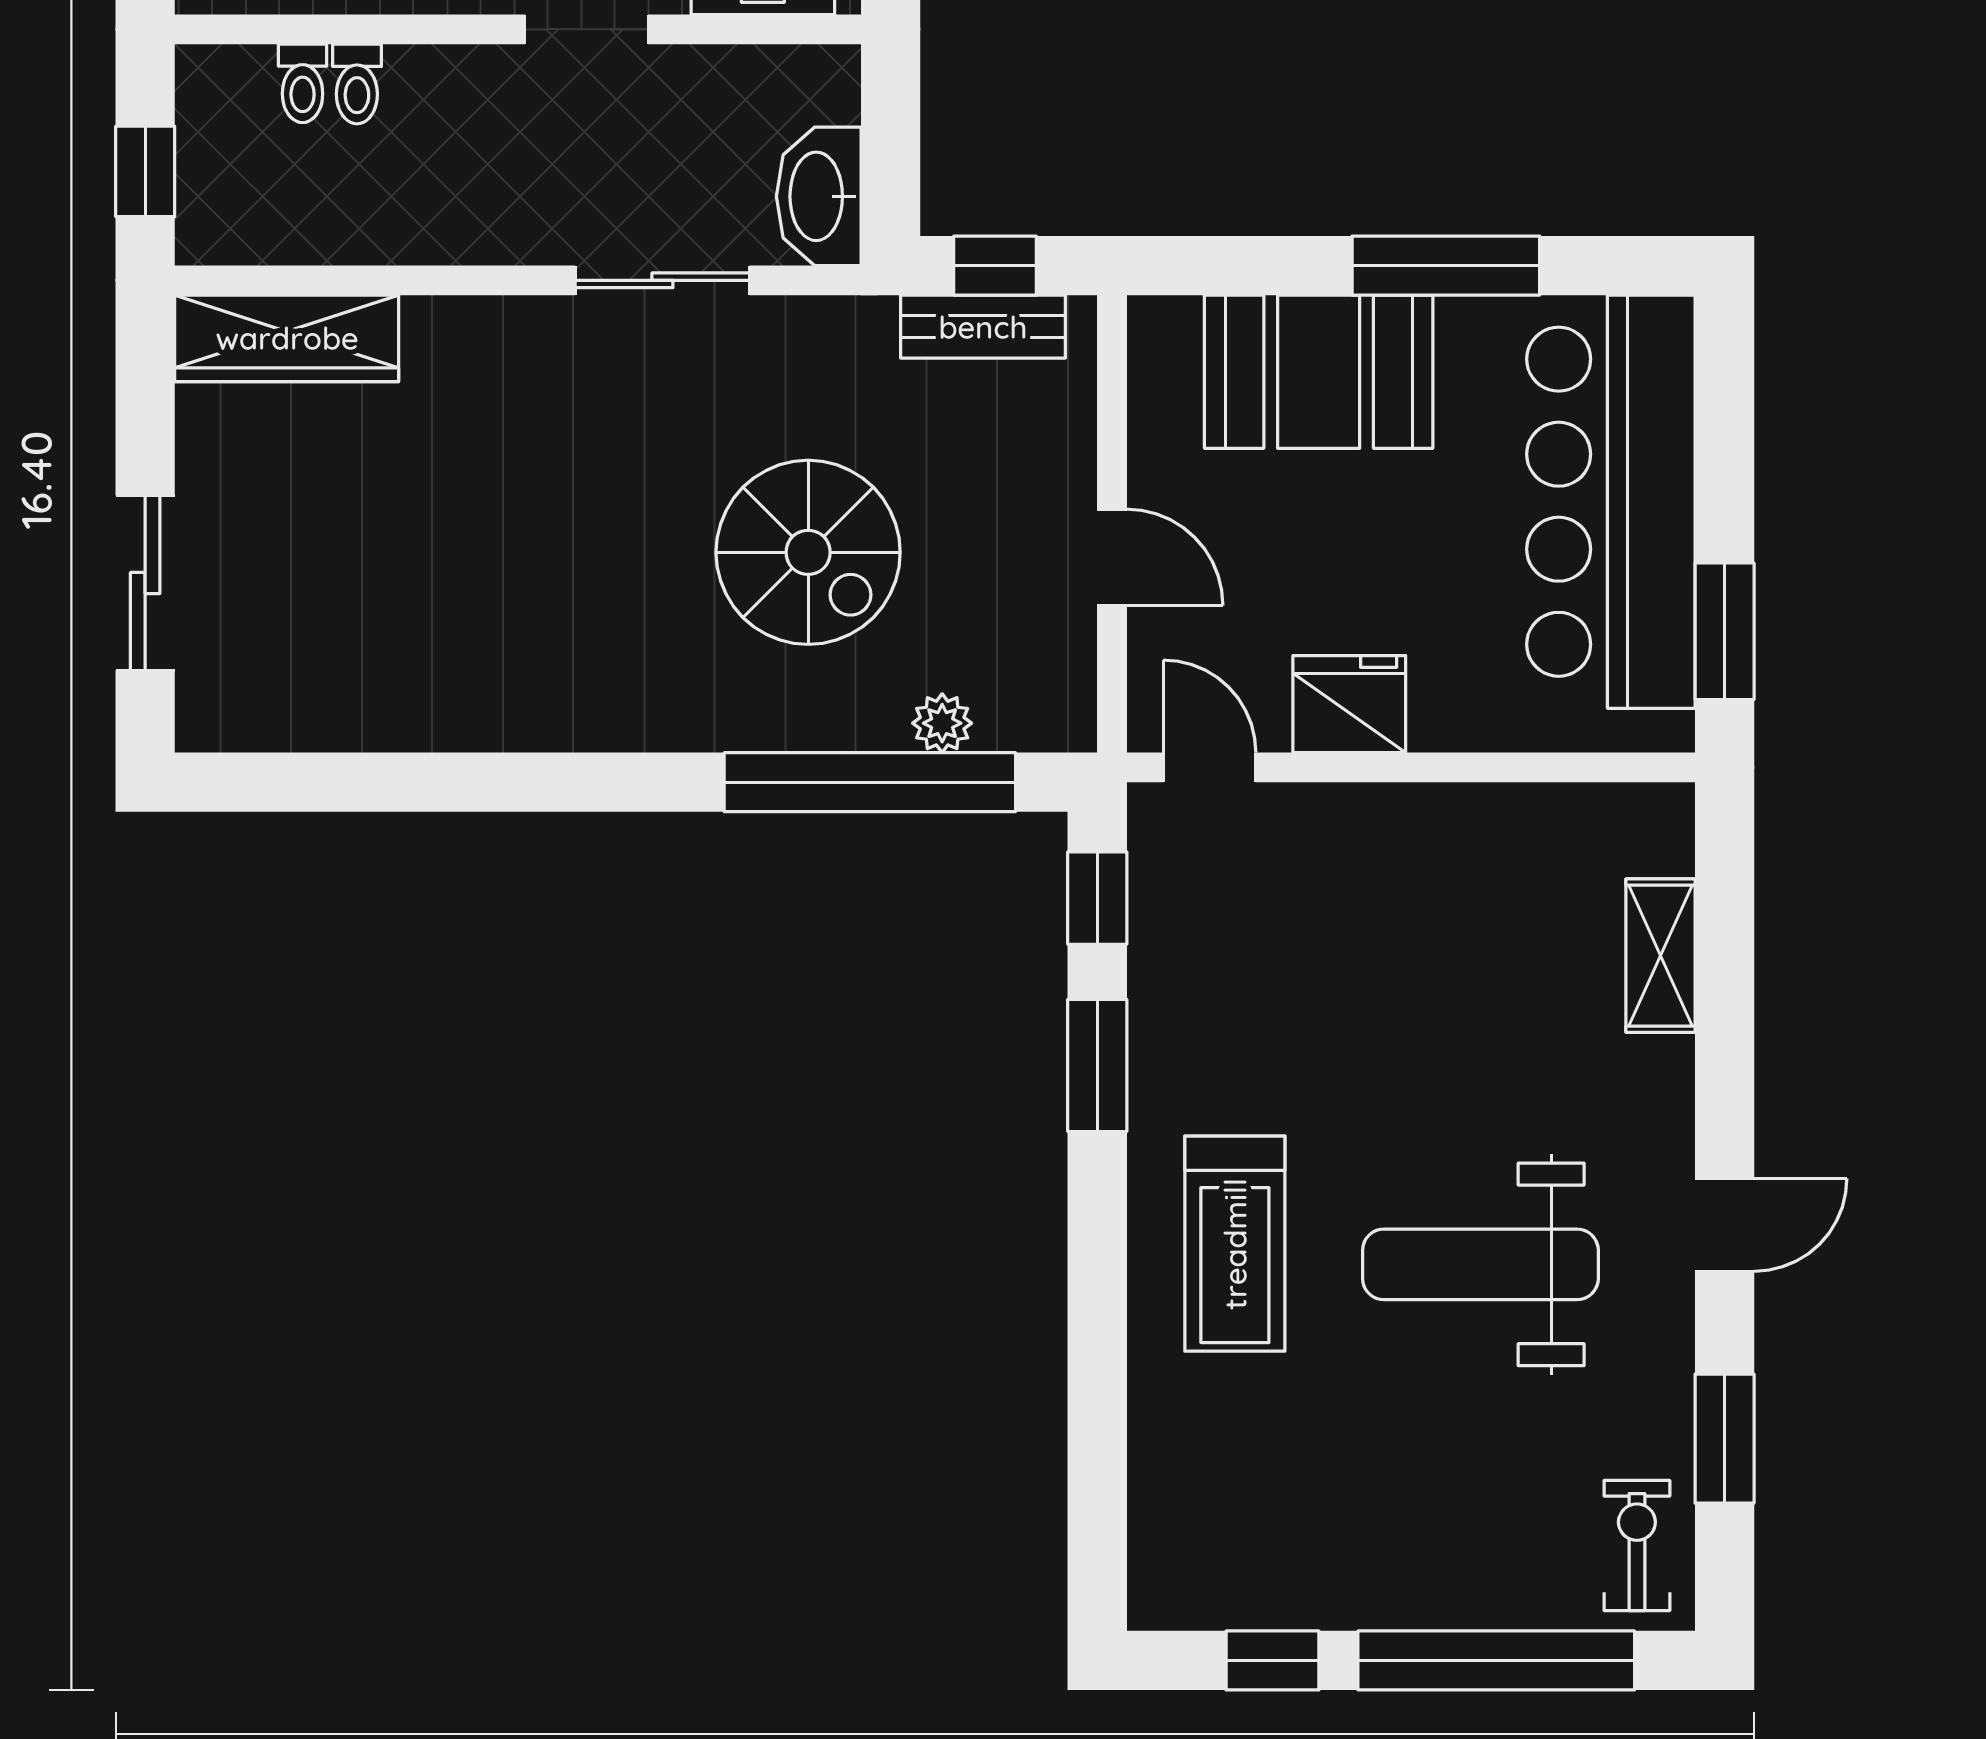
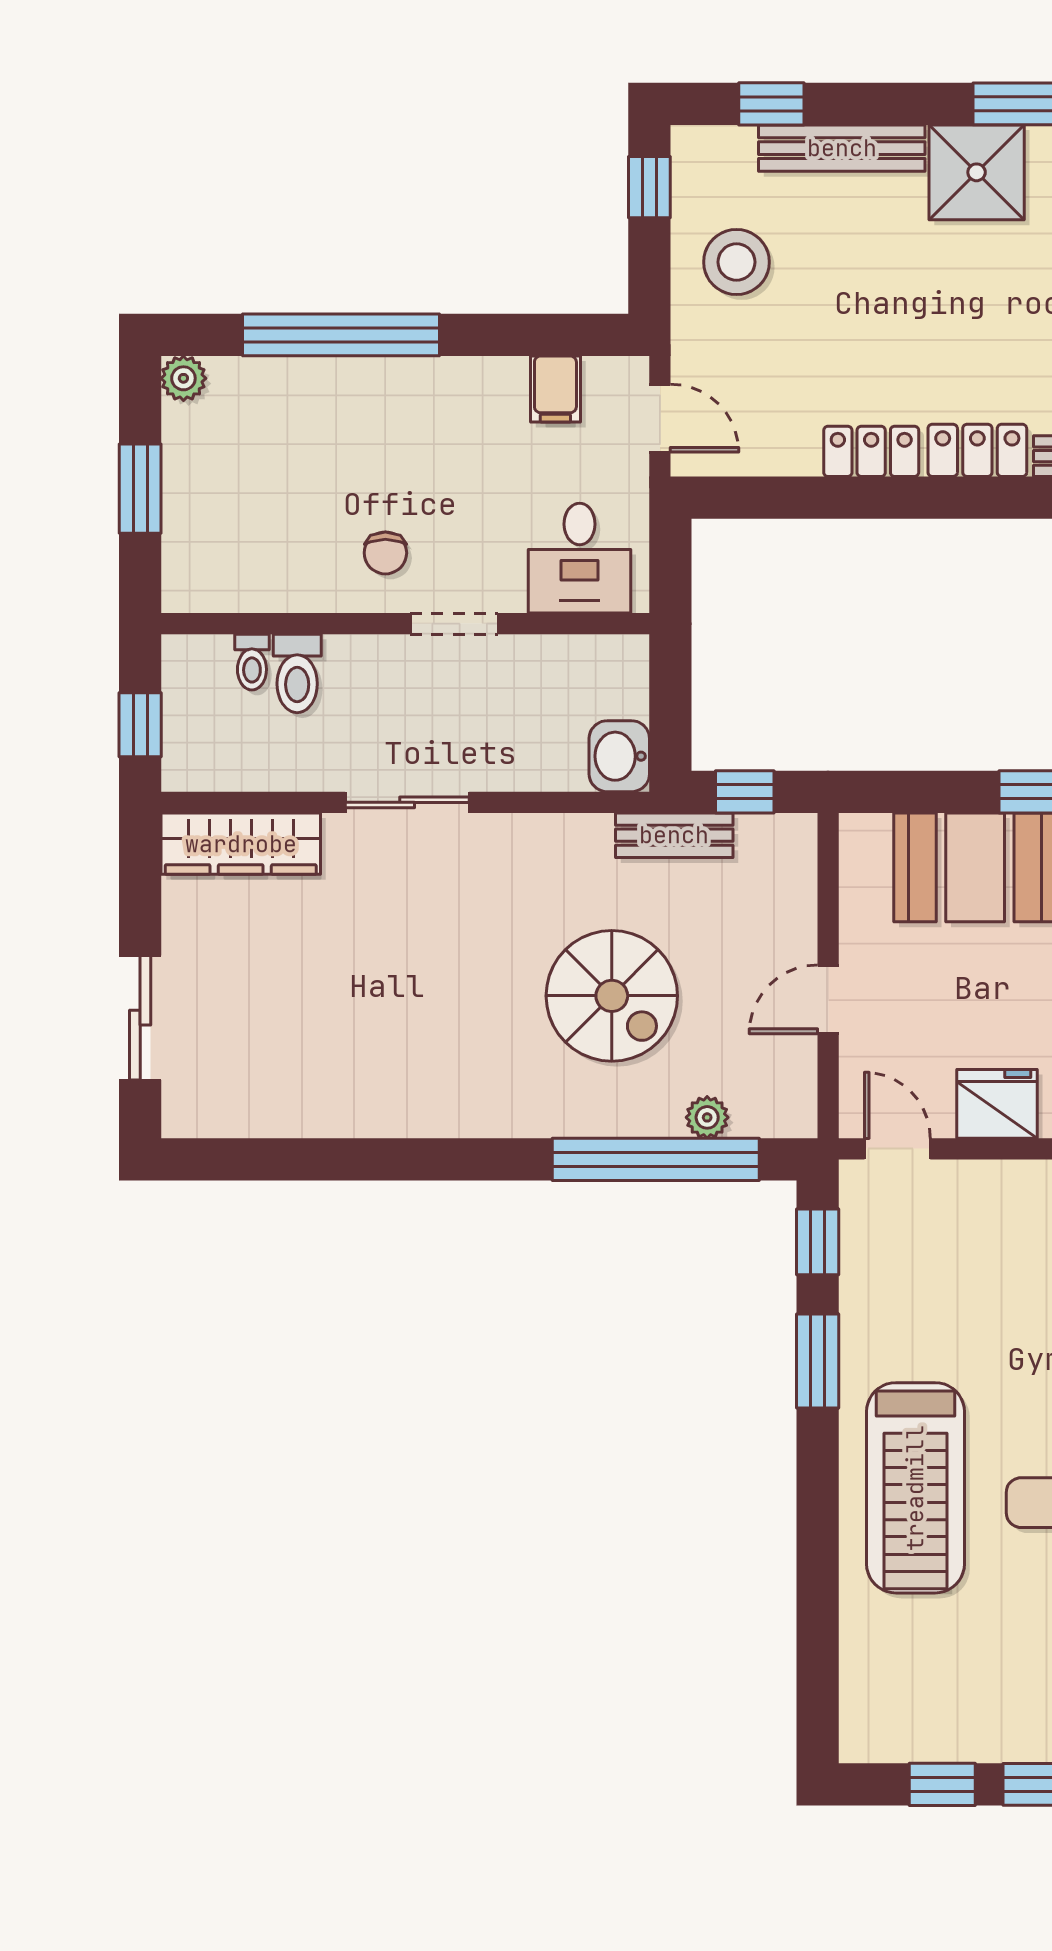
toilet: (357, 84) -> (297, 674), width x1.37, depth x1.39
washbasin: (819, 196) -> (619, 756), width x0.72
sliding door: (662, 280) -> (407, 802), moved
bench: (983, 327) -> (674, 835), moved
door: (1112, 557) -> (828, 999), swing flipped
treadmill: (1235, 1244) -> (915, 1488), width x1.37, depth x1.38

